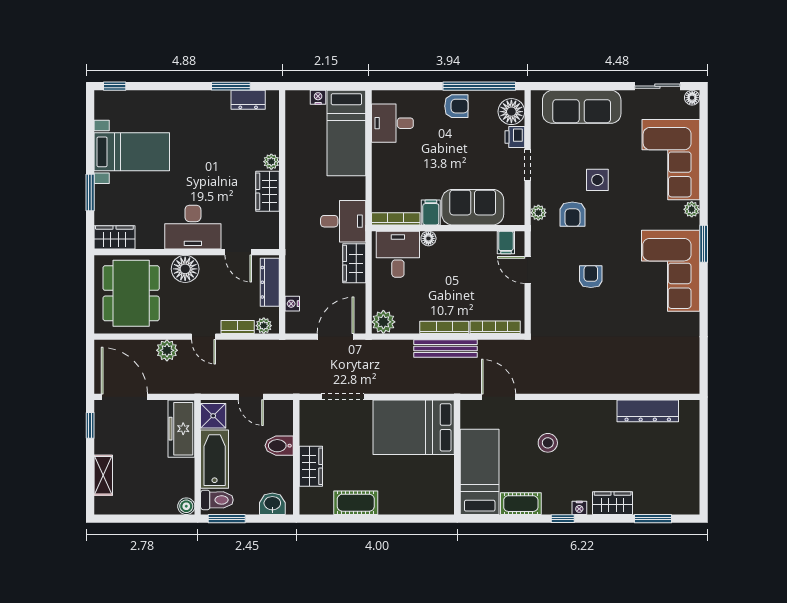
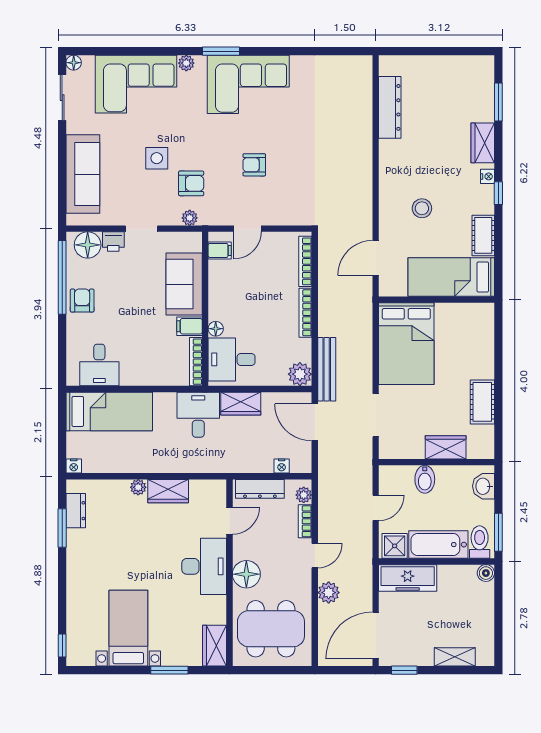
nightstand: (318, 97) -> (74, 466), moved, turned -90
bench: (446, 348) -> (327, 369), moved

